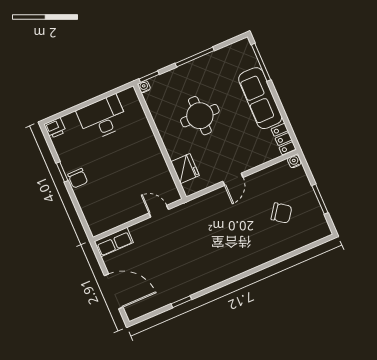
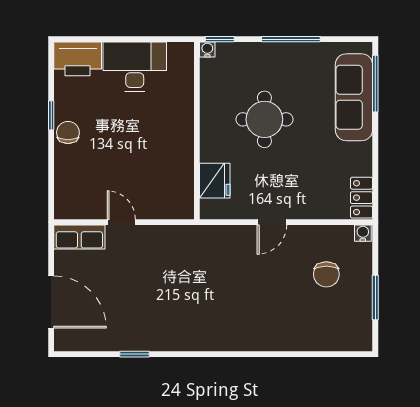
sofa: (260, 98) -> (354, 97), moved
printer: (55, 128) -> (78, 59), width x1.87, depth x1.48
chair: (78, 178) -> (68, 133), turned 180
door: (159, 211) -> (121, 222), moved
chair: (281, 213) -> (326, 274), moved, turned 54

